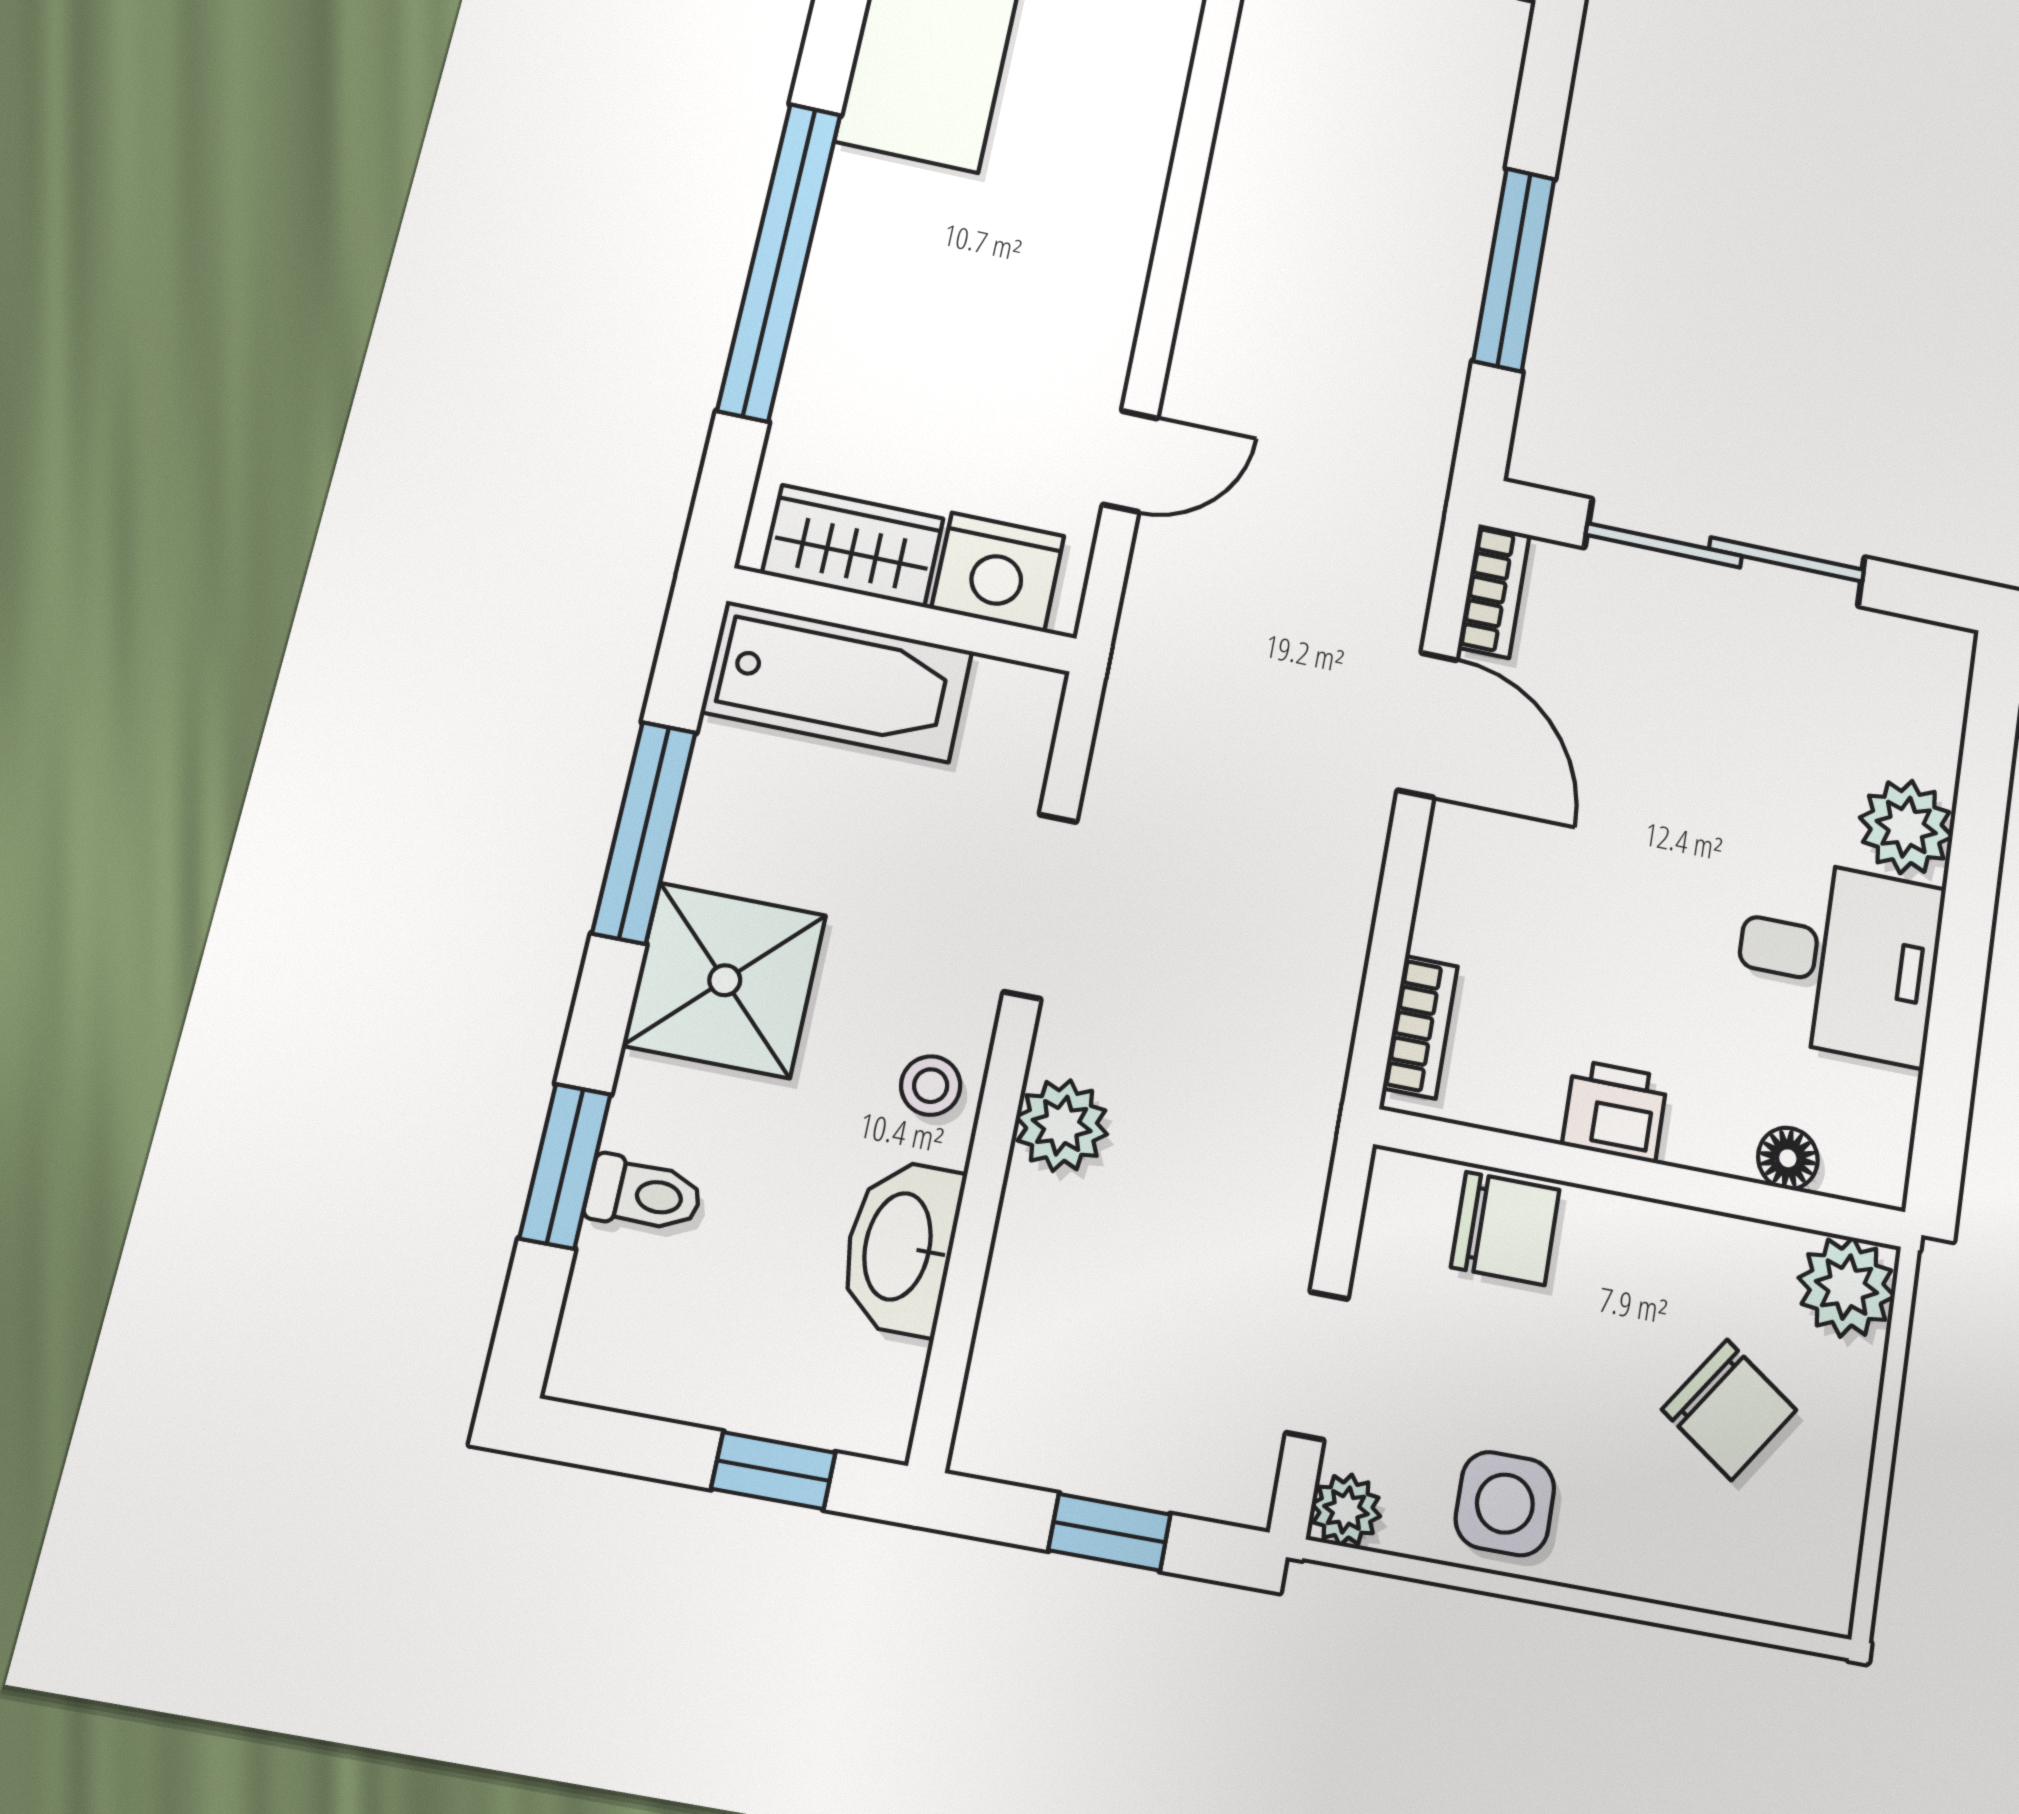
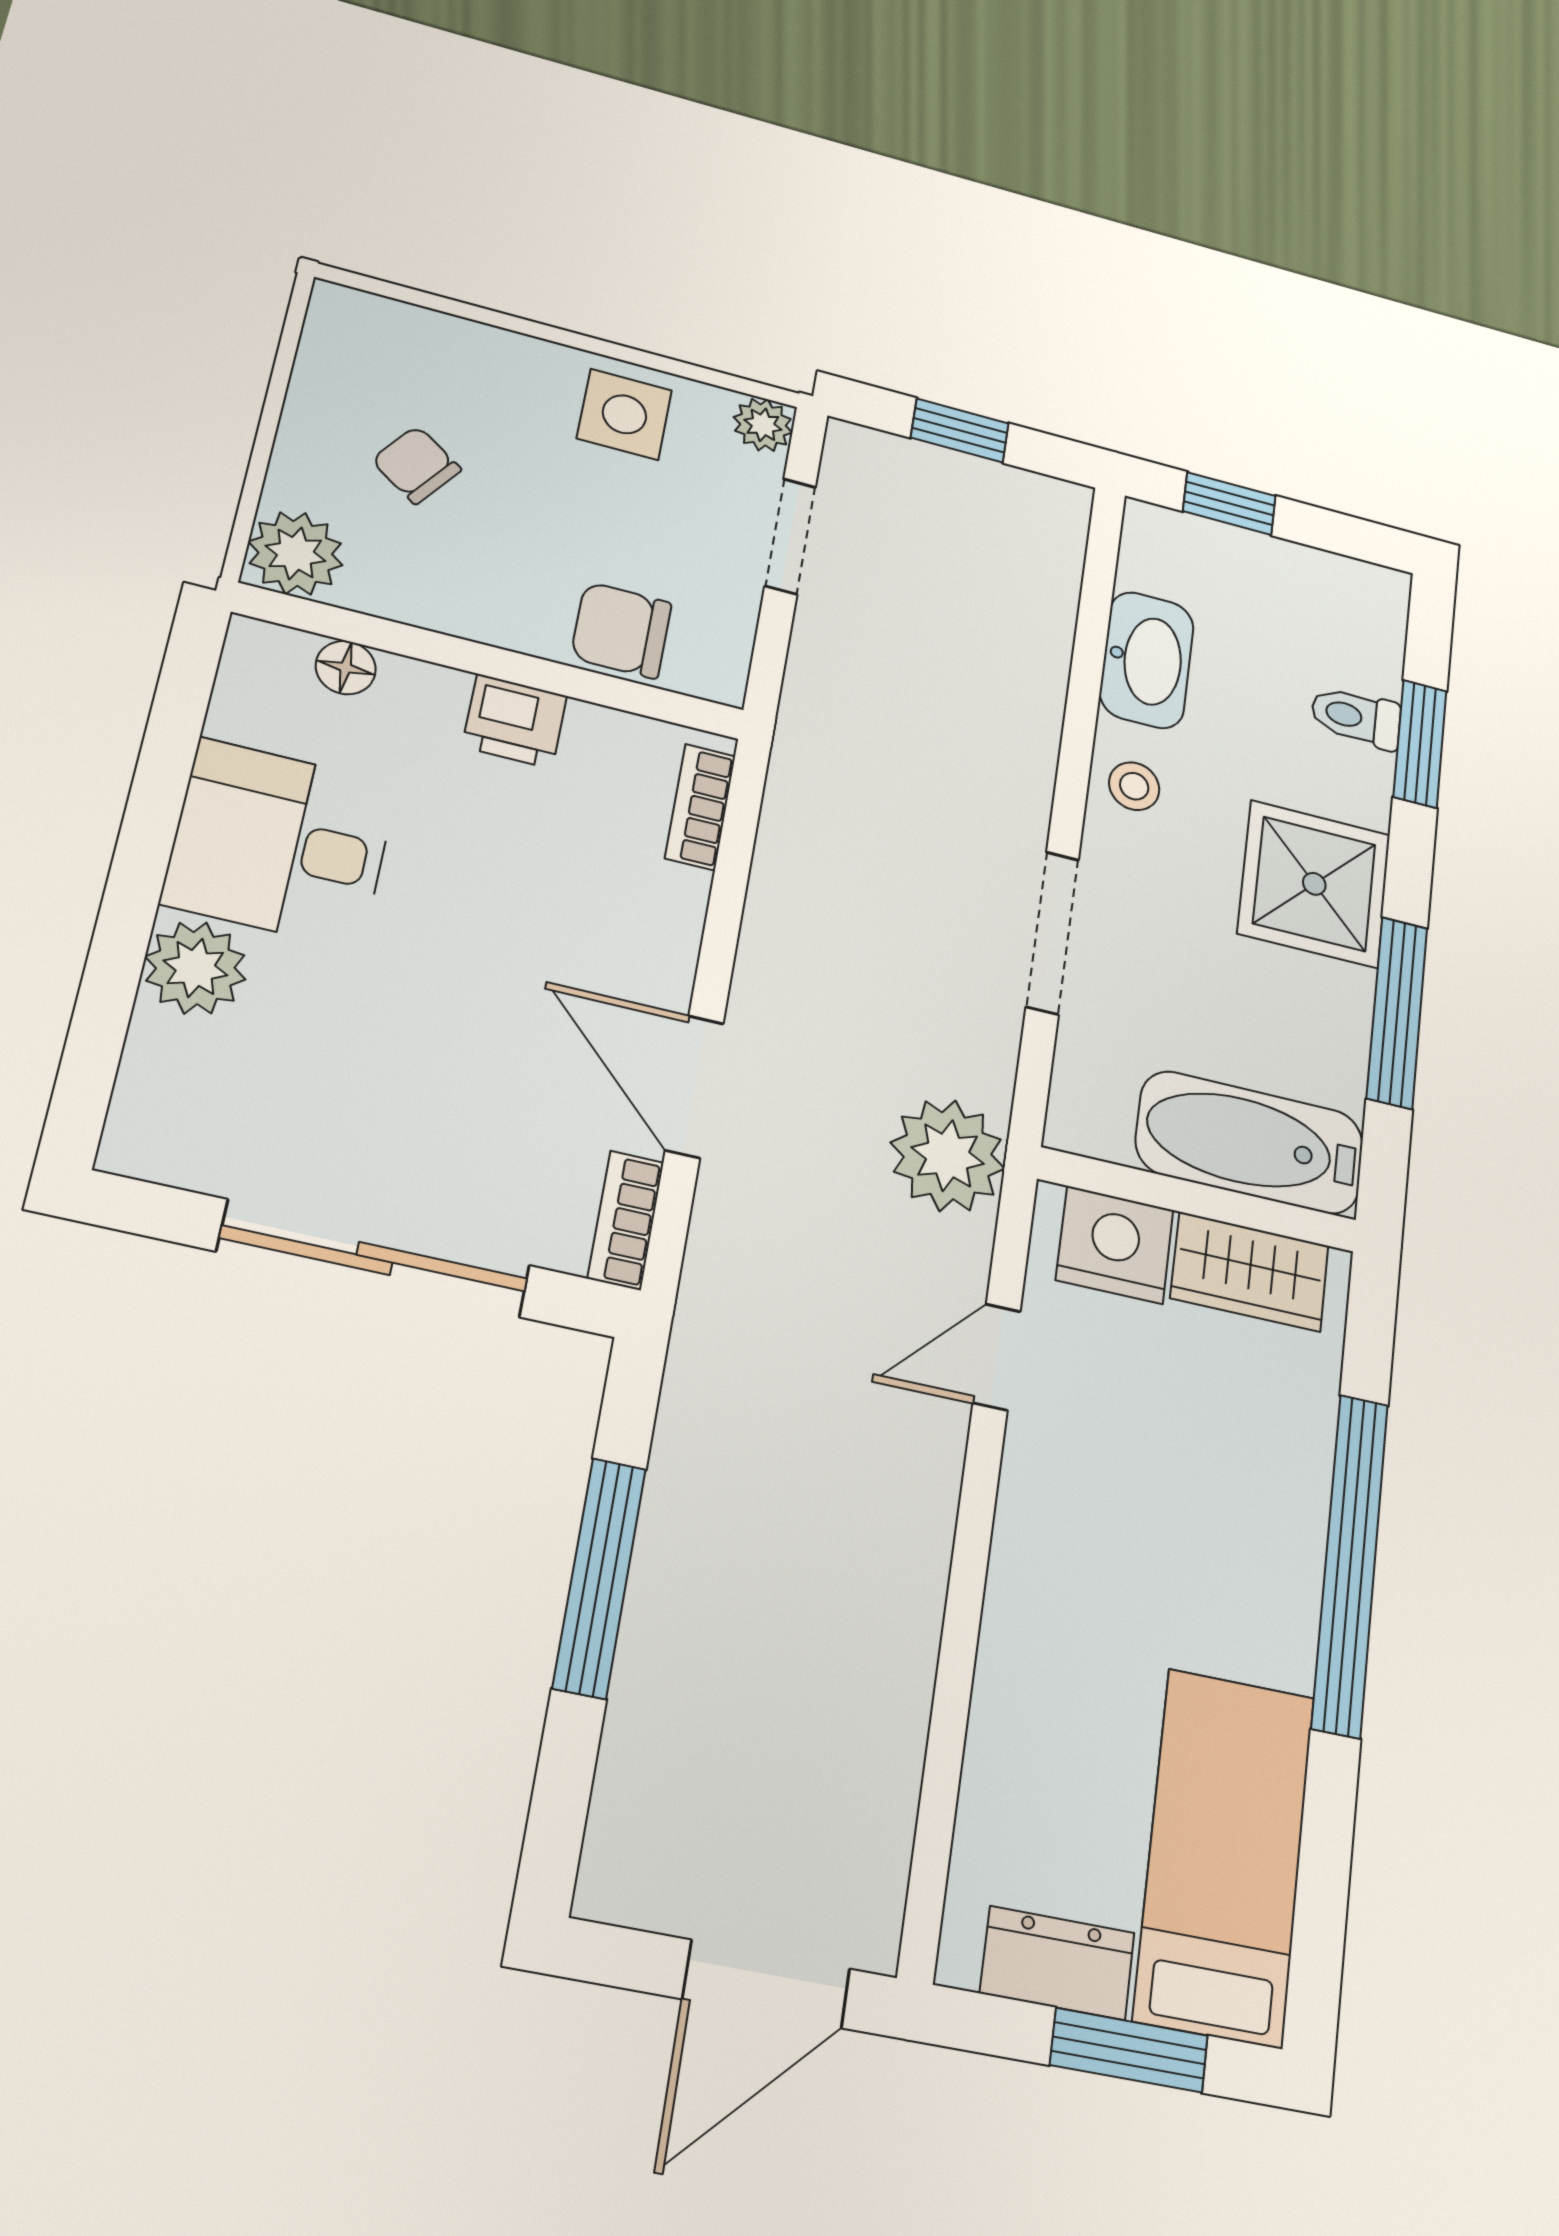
plant: (1062, 1125) -> (948, 1156), moved, width x1.36, depth x1.36
chair: (1729, 1410) -> (416, 465), width x0.73, depth x0.73

